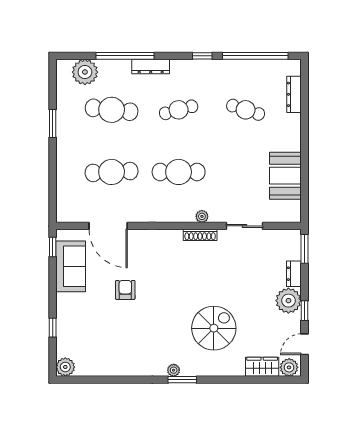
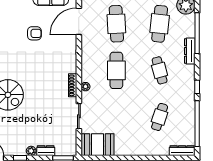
dresser: (294, 94) -> (182, 151), moved
booth: (285, 176) -> (98, 145), moved
plant: (288, 301) -> (31, 151), width x0.53, depth x0.53

